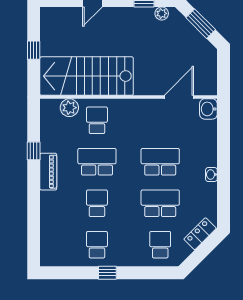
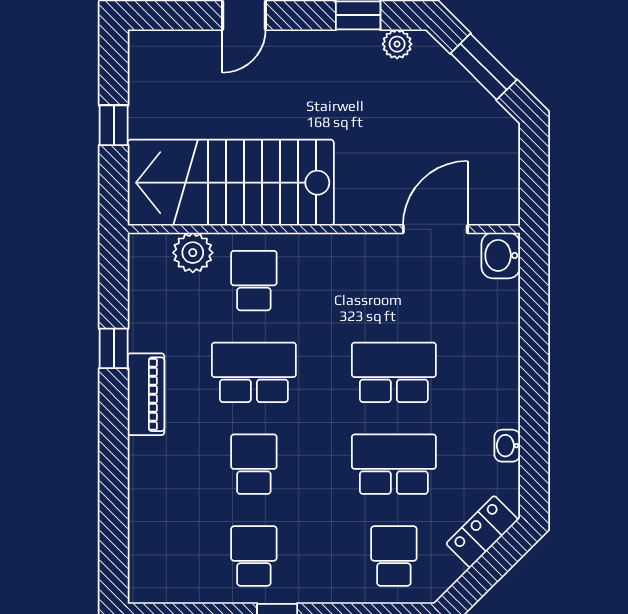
washbasin: (211, 174) -> (507, 446), moved

